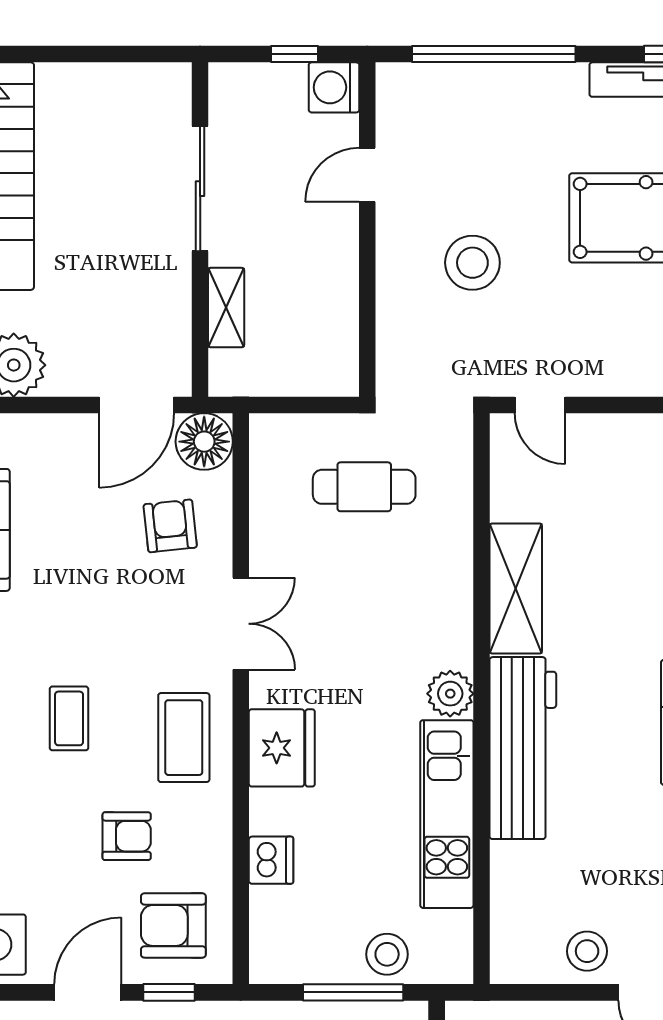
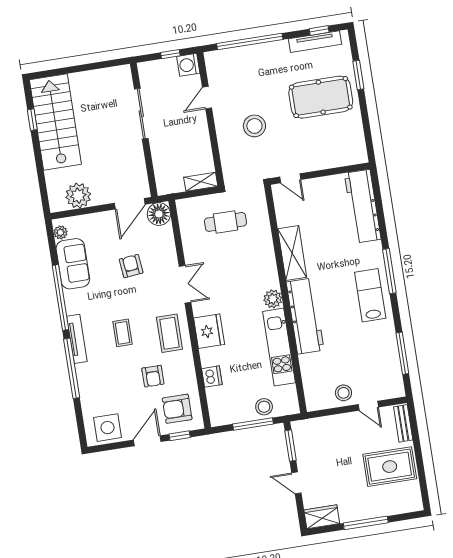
shelving: (226, 308) -> (201, 182), moved, turned 90
armchair: (170, 526) -> (131, 266), moved
armchair: (127, 836) -> (153, 376), turned 90

